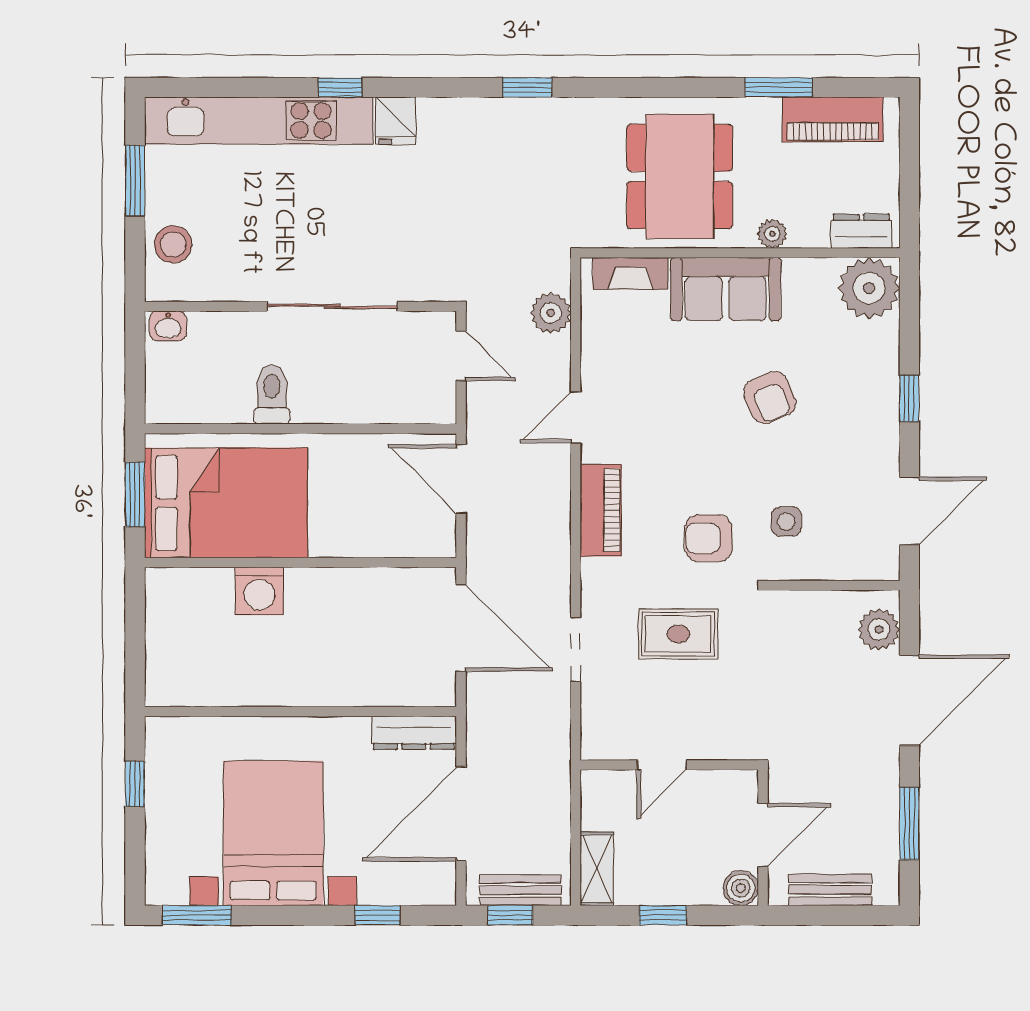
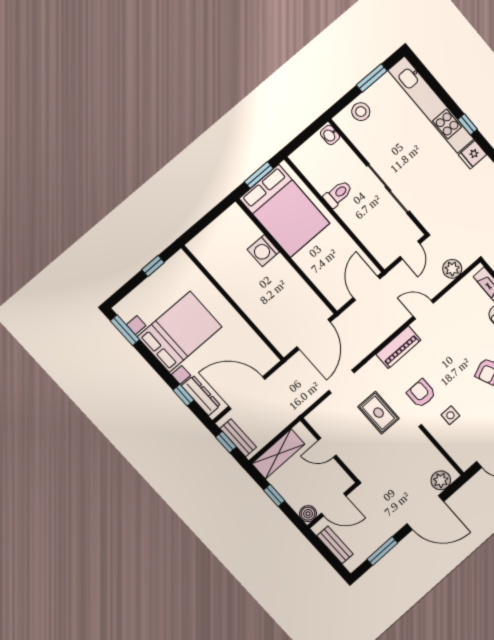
dresser: (414, 733) -> (201, 396), moved, turned 180
shelving: (597, 869) -> (278, 454), width x1.50, depth x1.33

